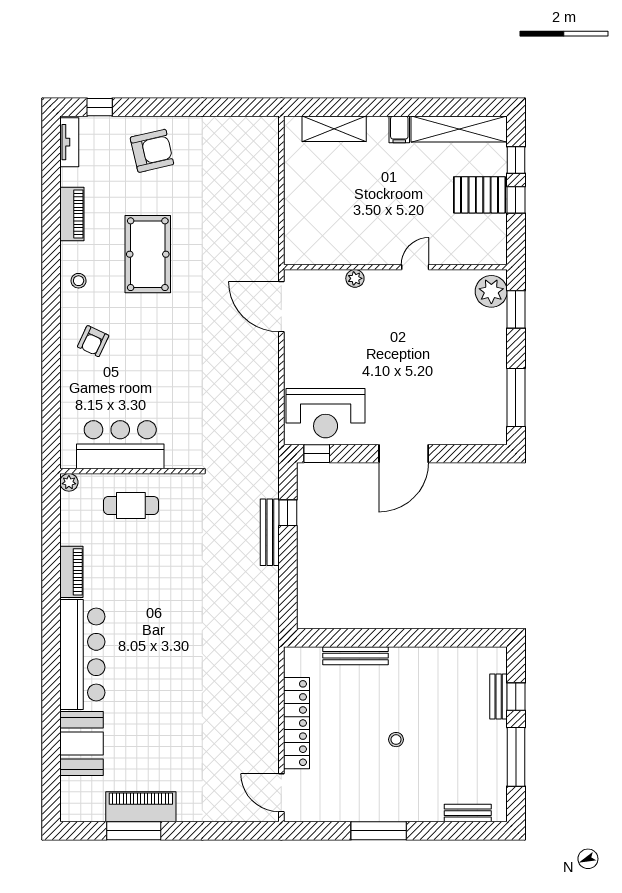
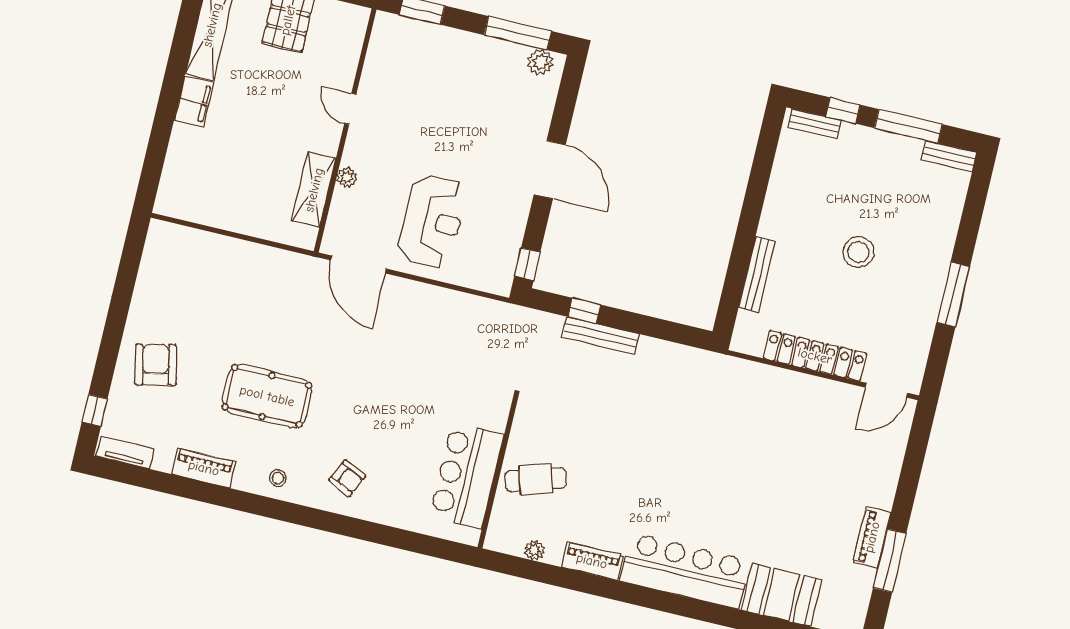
shelving: (334, 129) -> (314, 190), moved
filing cabinet: (399, 129) -> (194, 102), width x2.00
plant: (491, 291) -> (540, 62), moved, width x0.73, depth x0.73
door: (281, 307) -> (359, 265), hinge flipped
reception desk: (326, 413) -> (432, 221), moved
plant: (69, 482) -> (534, 550), moved
cafe table: (131, 505) -> (536, 479), turned 73
bench: (499, 697) -> (814, 124), moved
stool: (396, 740) -> (858, 252), width x1.89, depth x1.89
piano: (141, 807) -> (872, 537), width x0.73, depth x0.75
bench: (468, 813) -> (949, 156), moved, turned 90

